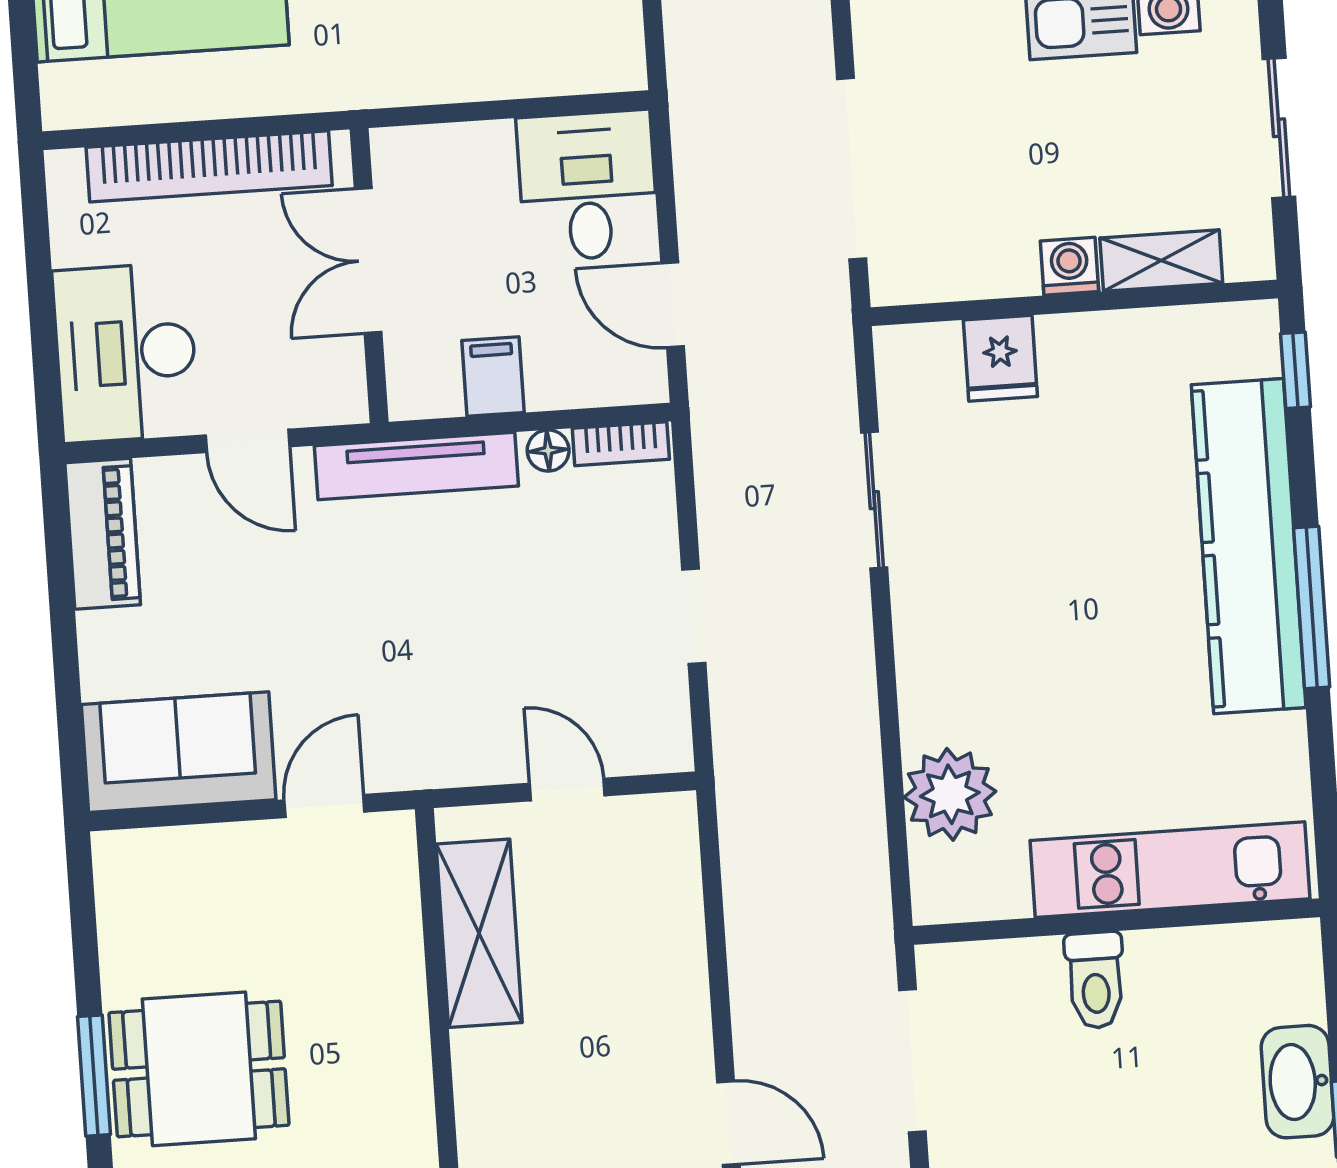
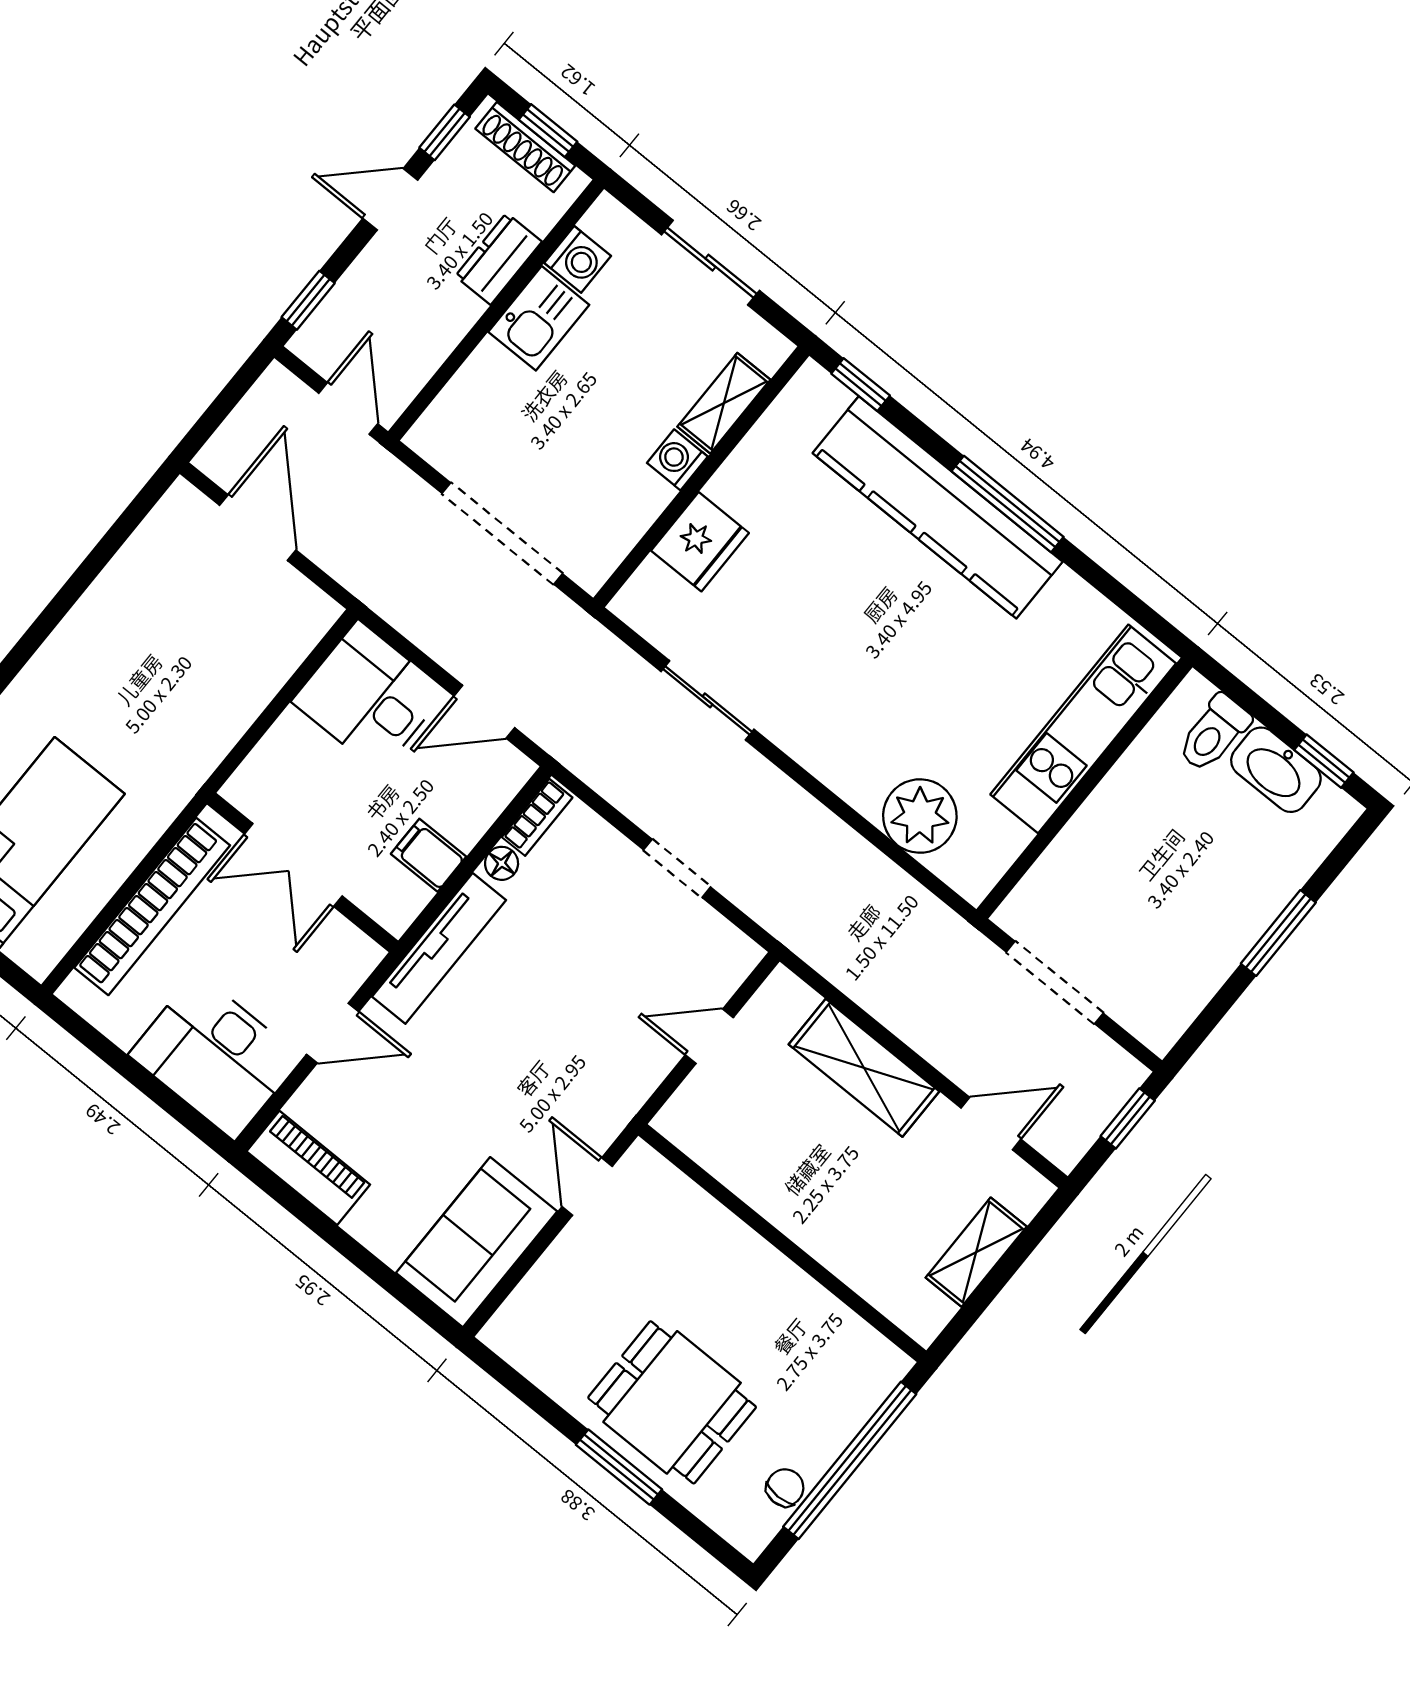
fridge: (1000, 358) -> (700, 542), width x1.38
shelving: (479, 933) -> (864, 1068), moved
toilet: (1095, 980) -> (1214, 733), moved, turned 90
dining table: (199, 1069) -> (672, 1402), turned 90

